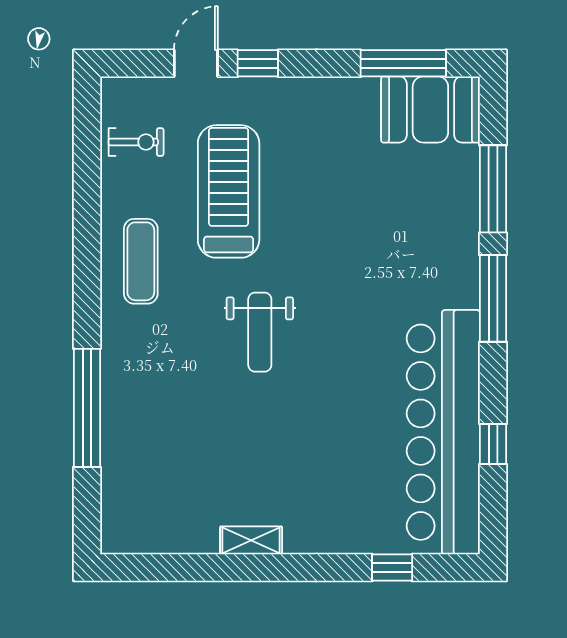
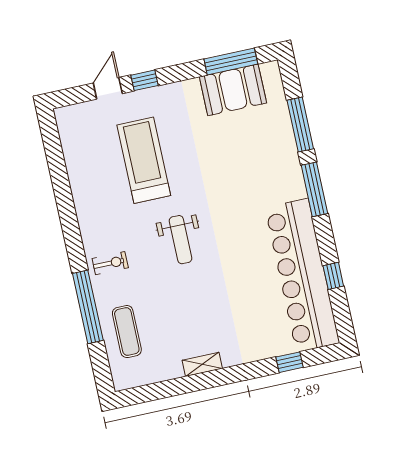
booth: (430, 109) -> (233, 90), moved
exercise bike: (136, 142) -> (110, 263), moved
exercise mat: (141, 261) -> (127, 332), moved

